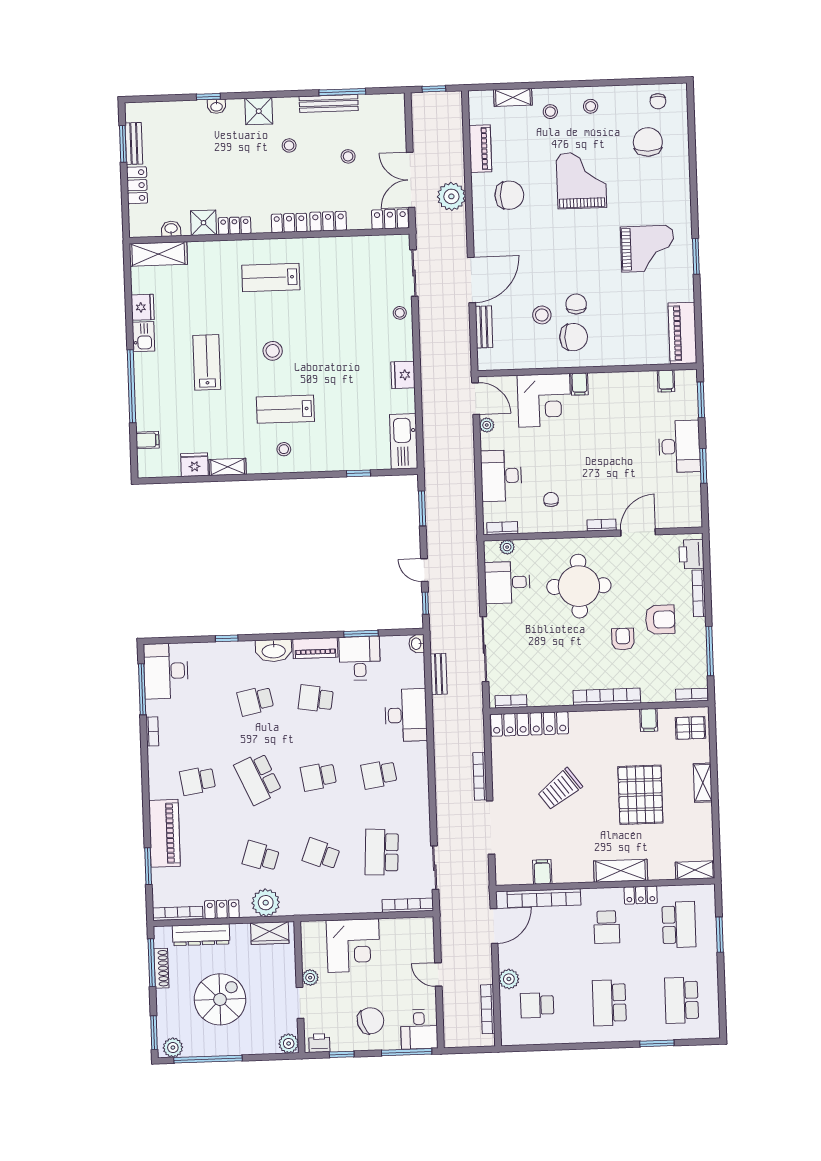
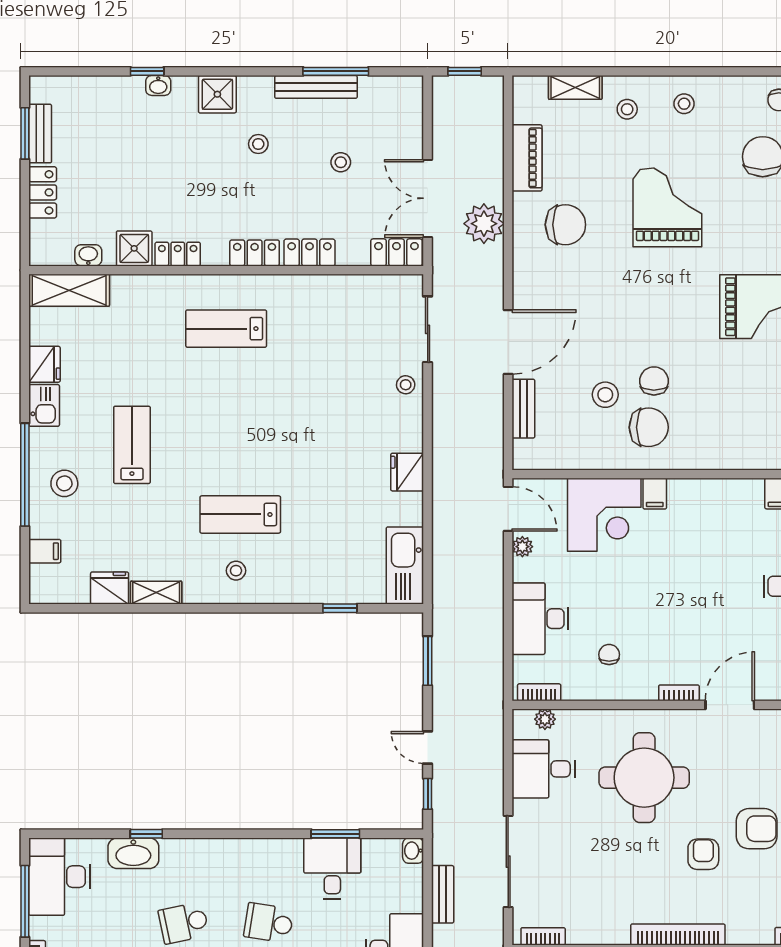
stool: (273, 351) -> (64, 483), moved
piano: (315, 648) -> (271, 852), removed
washbasin: (274, 651) -> (133, 853), moved

